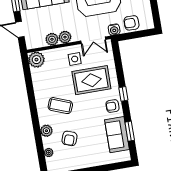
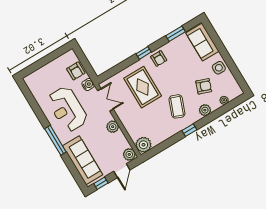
plant: (52, 39) -> (129, 154), moved
side table: (75, 59) -> (219, 68), moved
window: (33, 109) -> (189, 130), added
sofa: (117, 135) -> (202, 42), moved, turned 90

